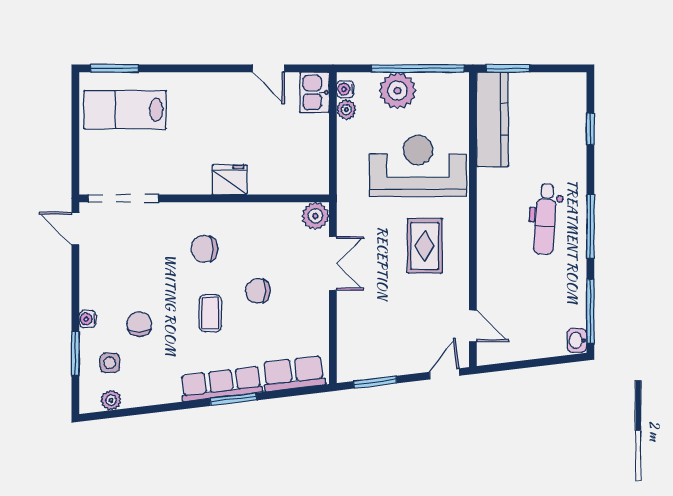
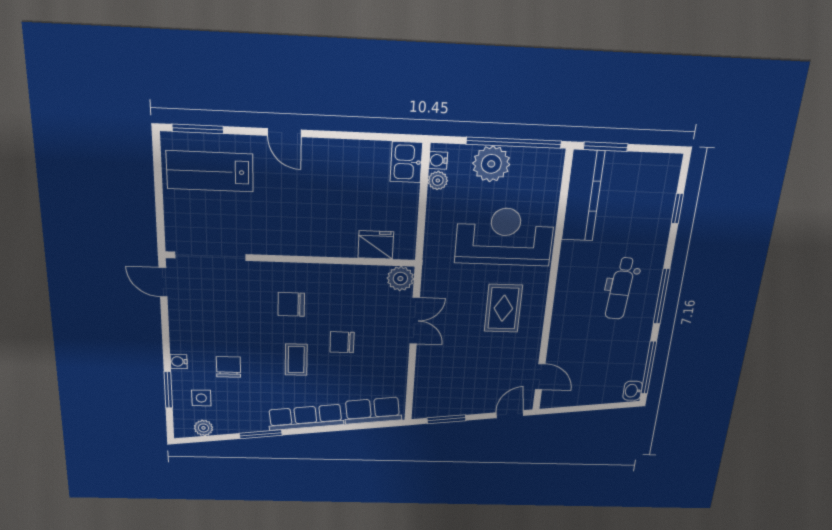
door: (268, 68) -> (284, 133), moved
fridge: (229, 180) -> (376, 245), moved
window: (233, 399) -> (261, 434), moved

